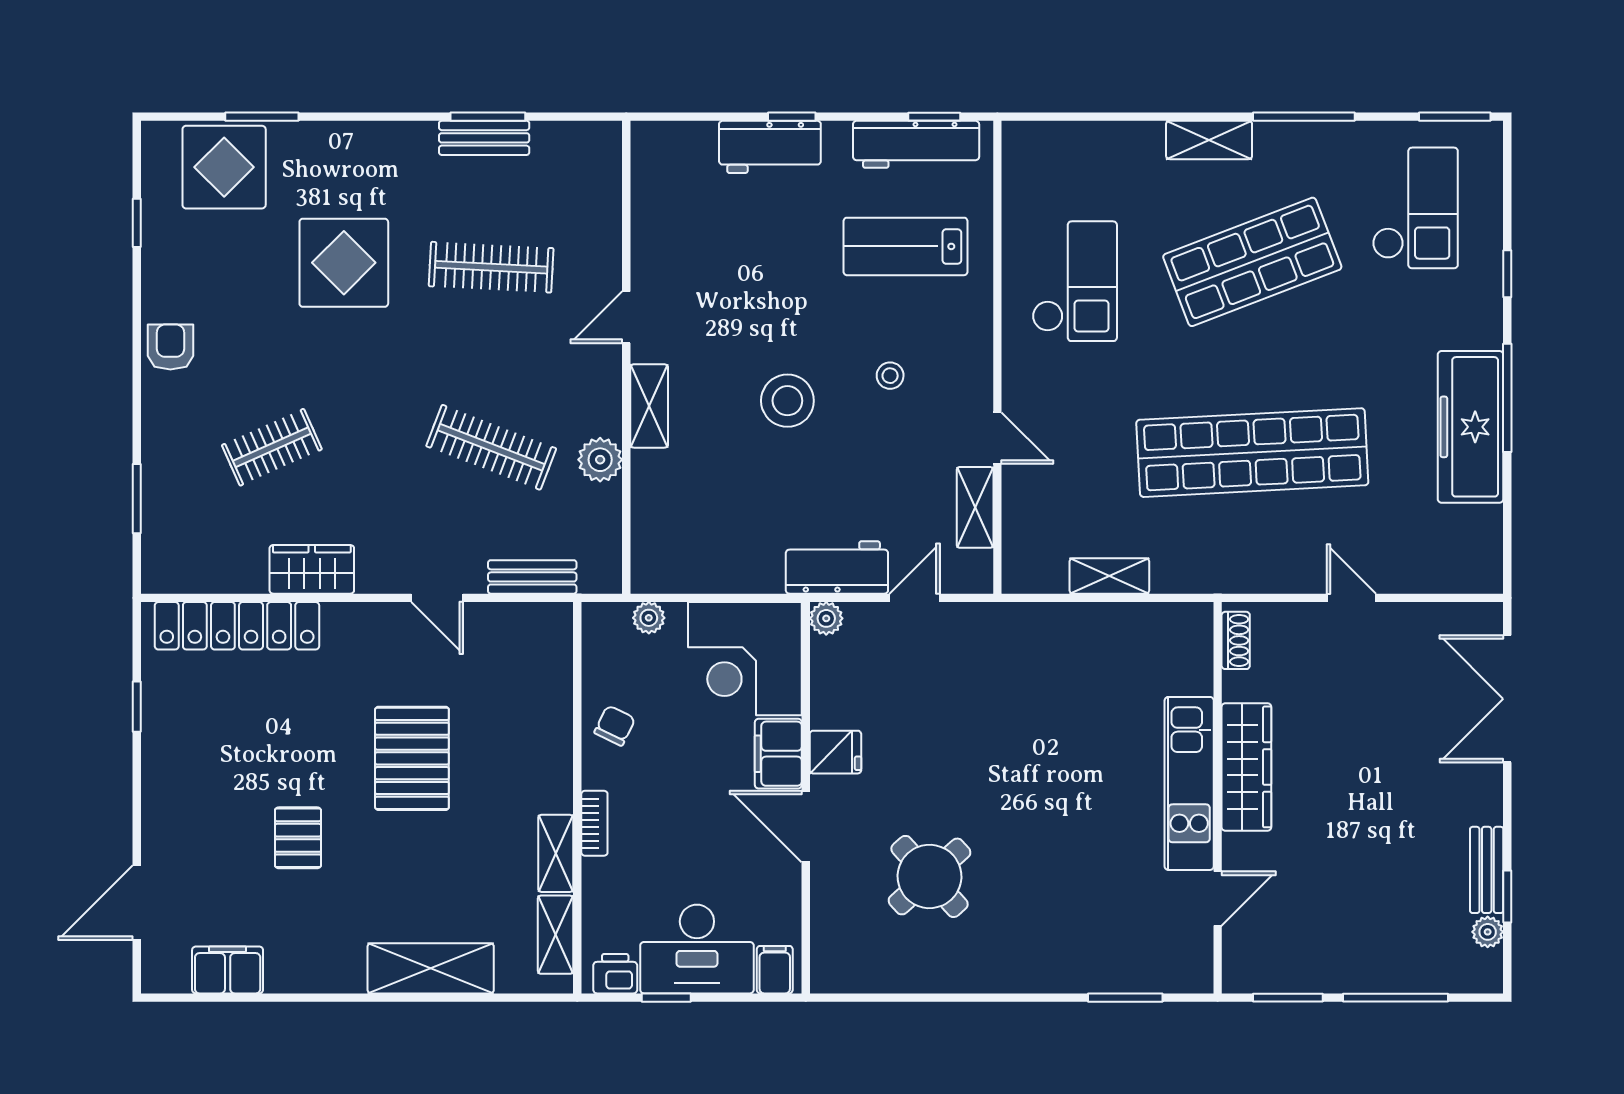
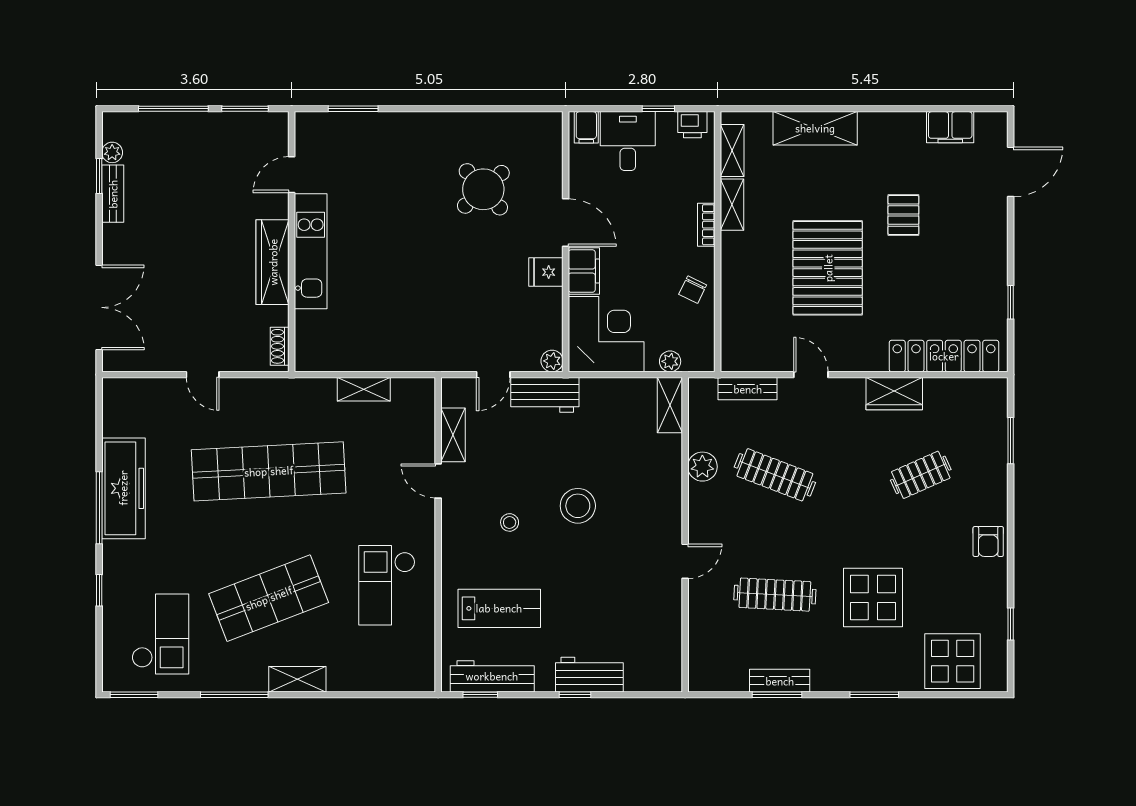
window: (262, 117) -> (874, 695), moved
checkout: (1415, 208) -> (160, 634), turned 180
shelving: (649, 406) -> (670, 405), moved
pallet: (412, 758) -> (828, 268), width x1.37, depth x1.41
desk: (697, 949) -> (628, 141), width x0.73

